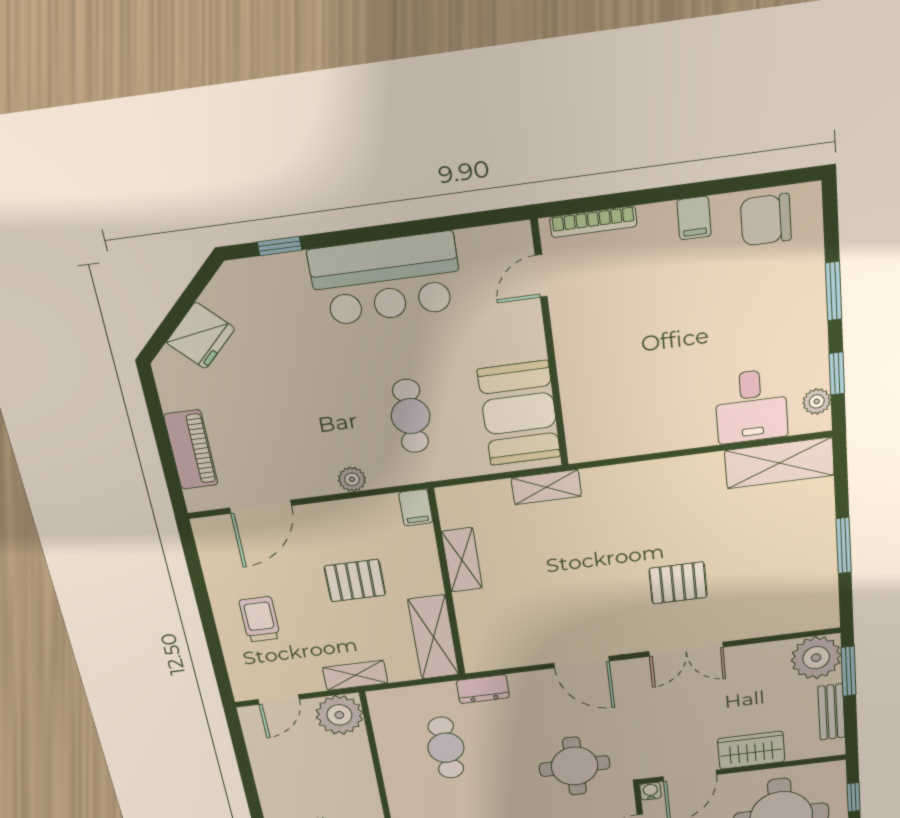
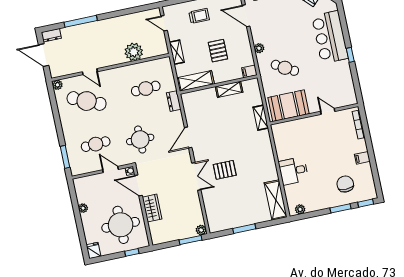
chair: (766, 220) -> (345, 184), moved
window: (280, 246) -> (350, 55), moved
door: (541, 276) -> (328, 111), moved
bar counter: (386, 279) -> (330, 37), moved
window: (837, 374) -> (366, 203), moved
desk: (751, 406) -> (293, 171), moved
cafe table: (411, 416) -> (285, 68), turned 30
pallet: (678, 583) -> (225, 170), turned 90
double door: (686, 649) -> (196, 176), swing flipped
plant: (816, 658) -> (201, 230), width x0.53, depth x0.53
bench: (831, 712) -> (172, 237), removed
plant: (339, 715) -> (134, 52), moved

